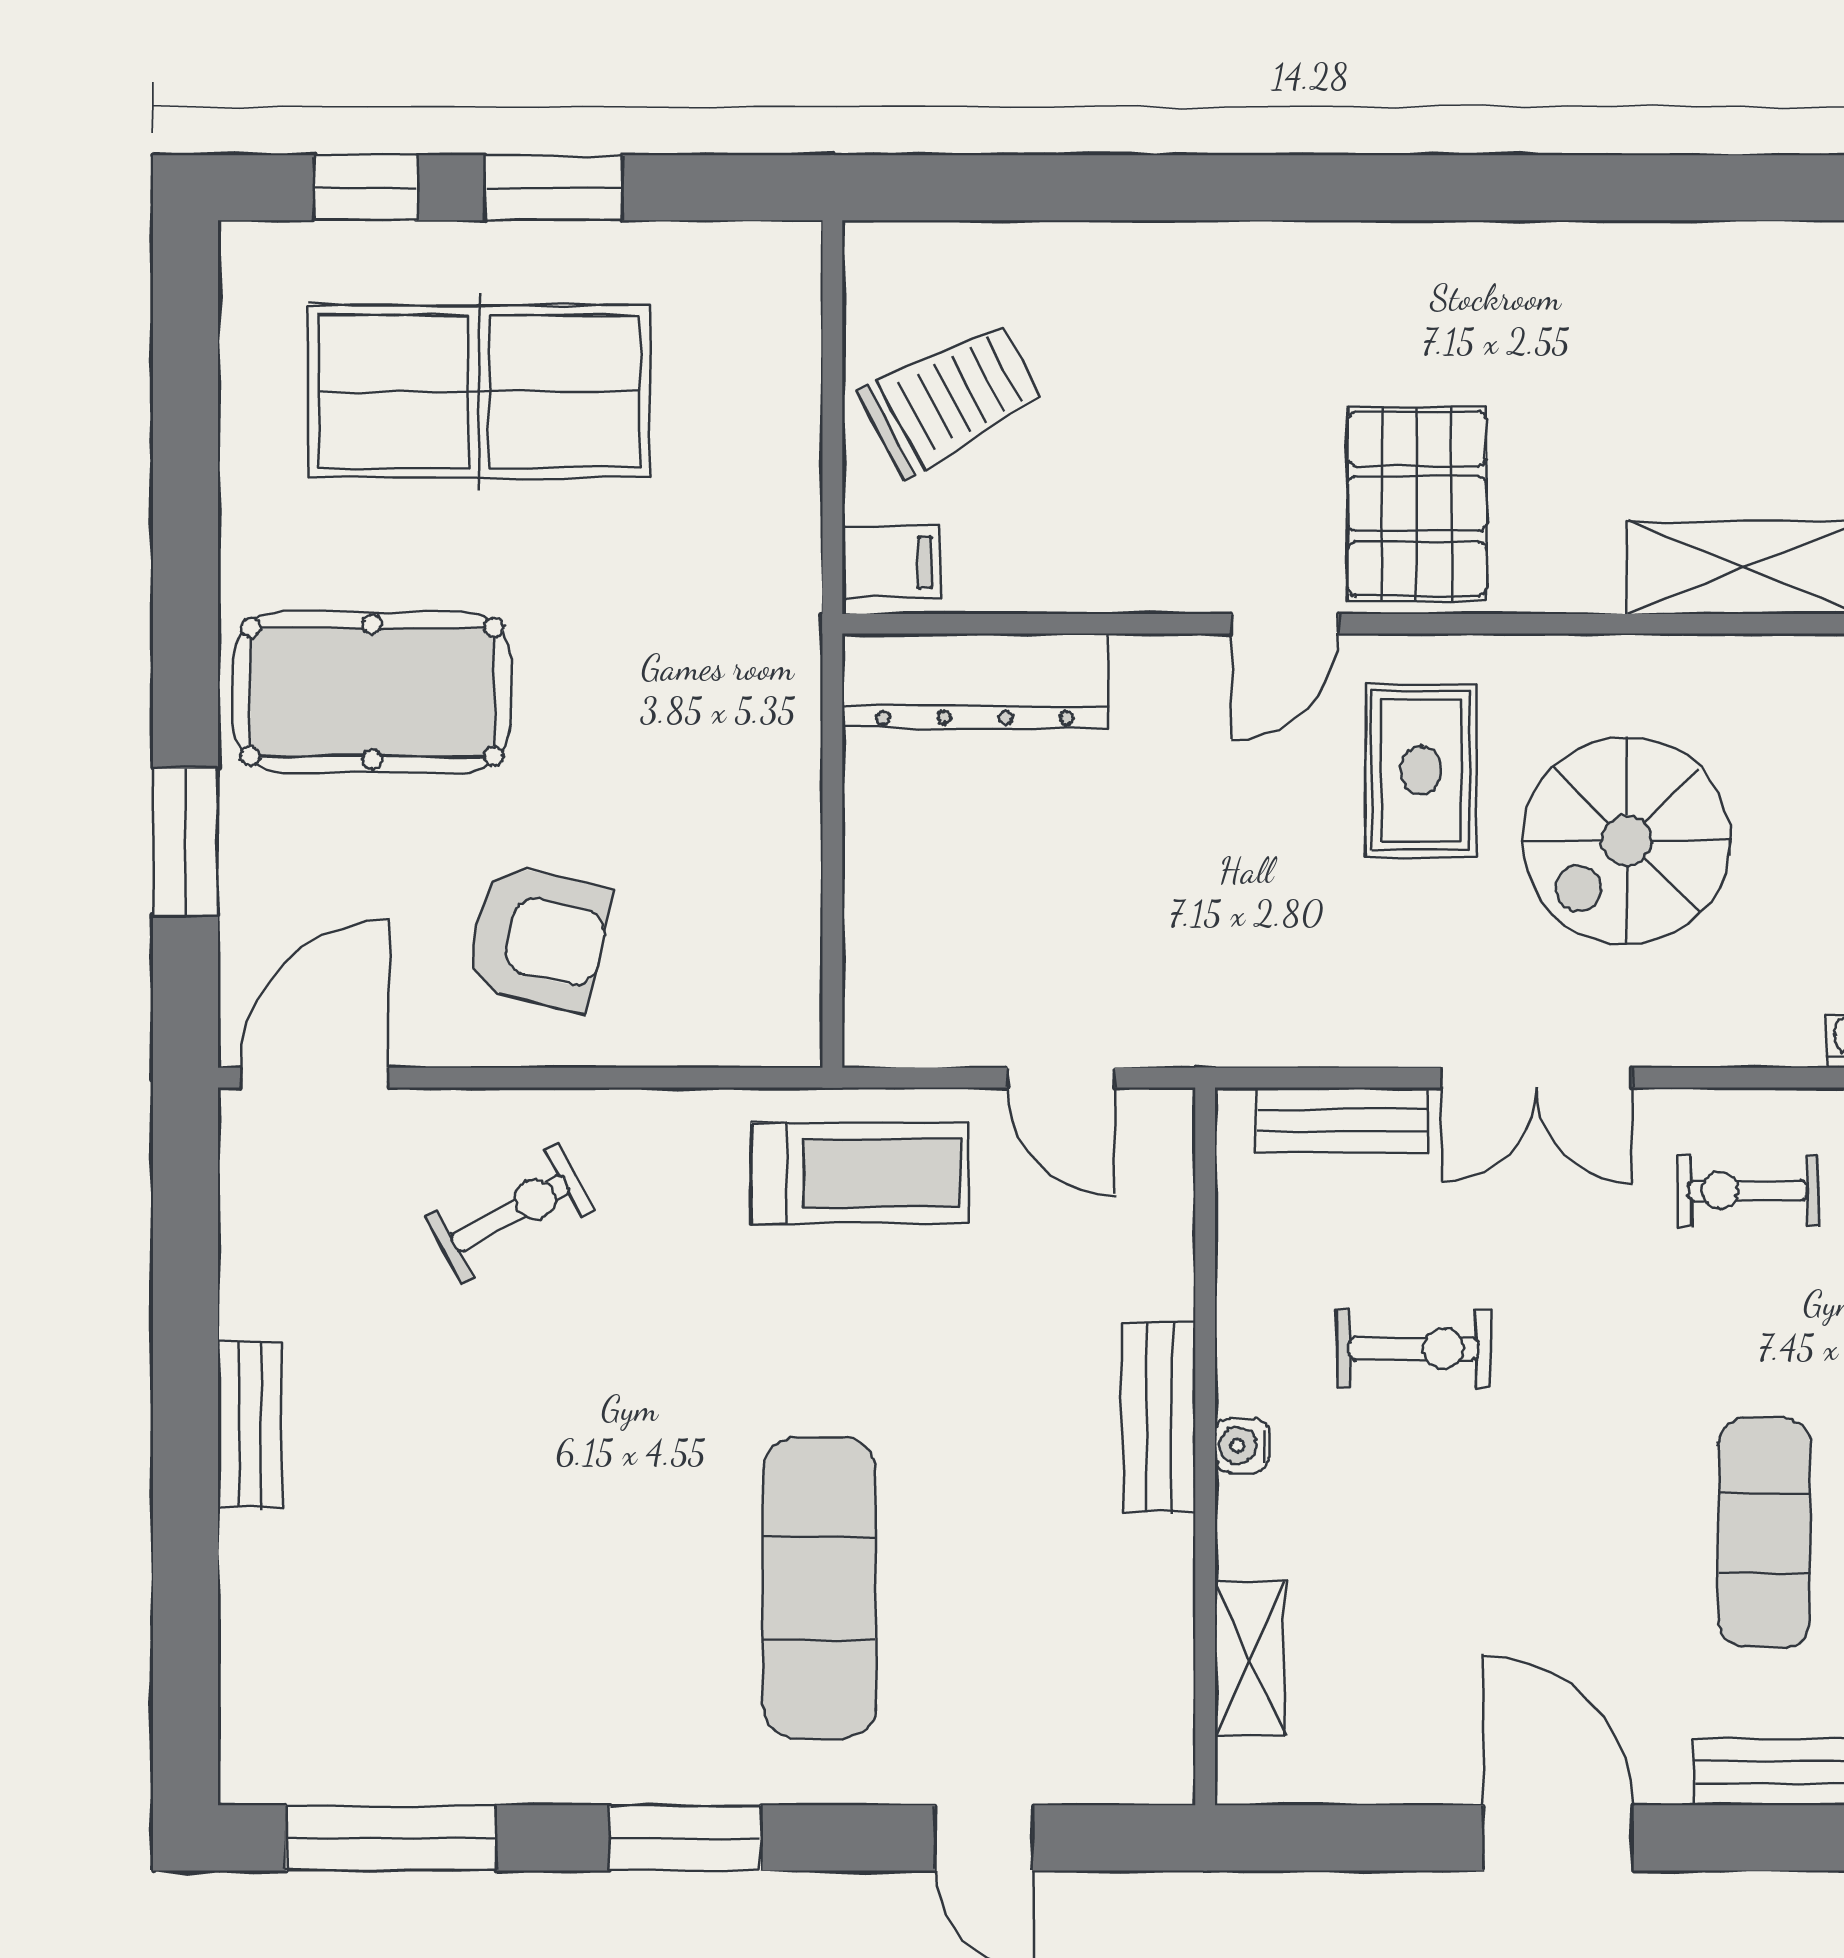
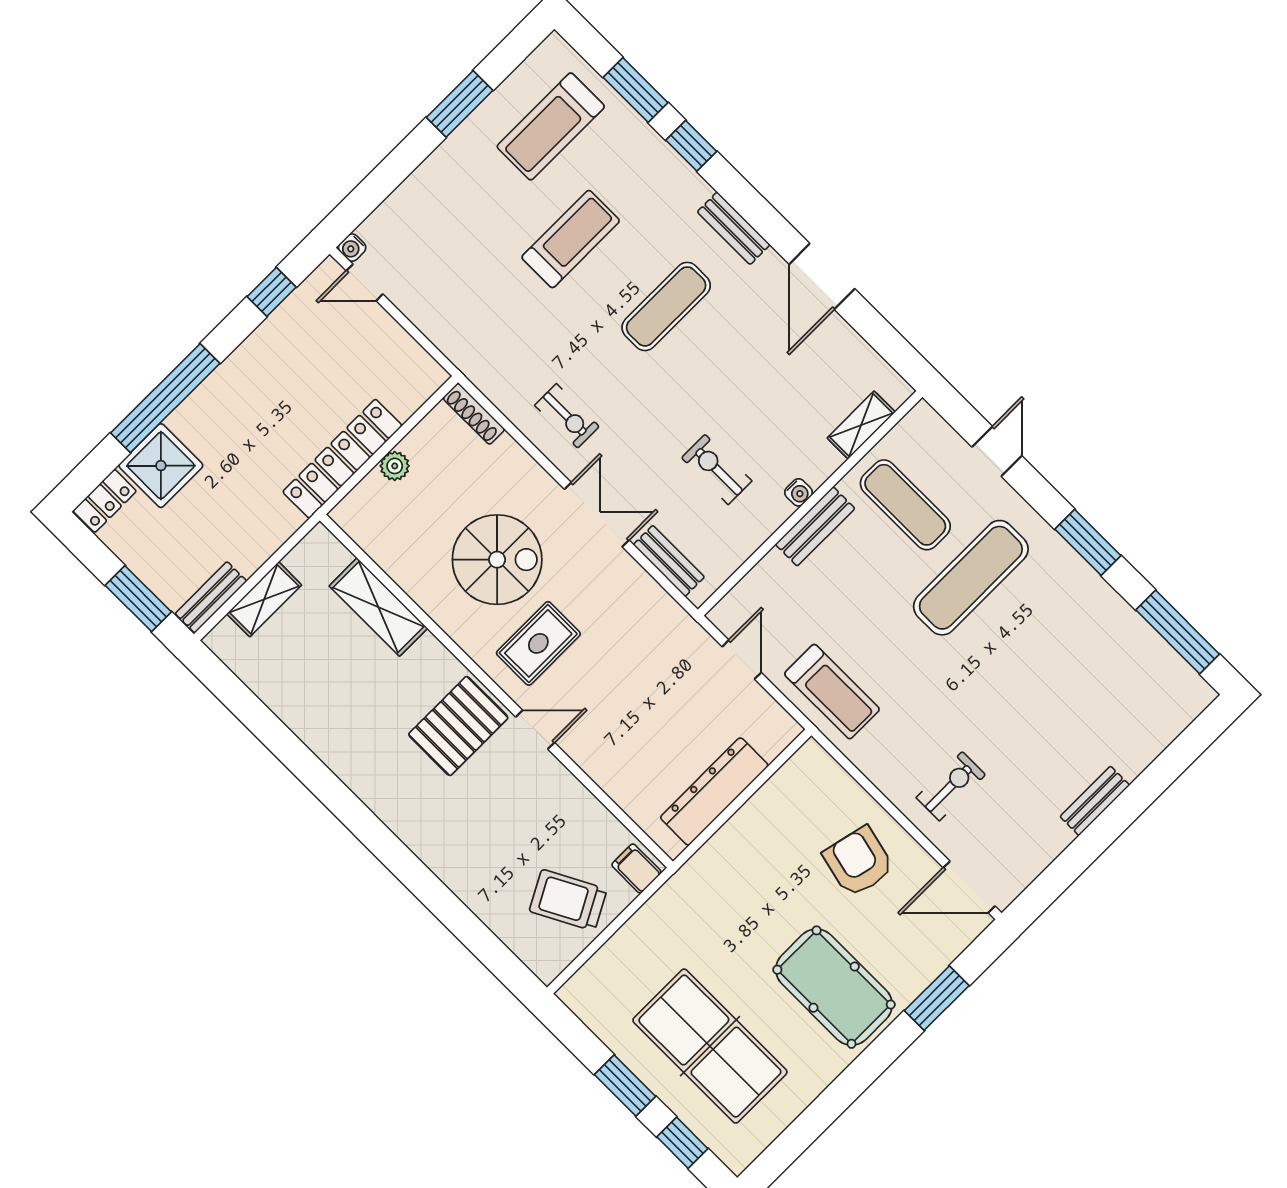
dresser: (975, 681) -> (714, 791), moved, turned -90
treadmill: (860, 1173) -> (832, 692), turned 180
exercise bike: (510, 1213) -> (951, 786), turned 119
exercise mat: (1046, 1600) -> (905, 505), added

